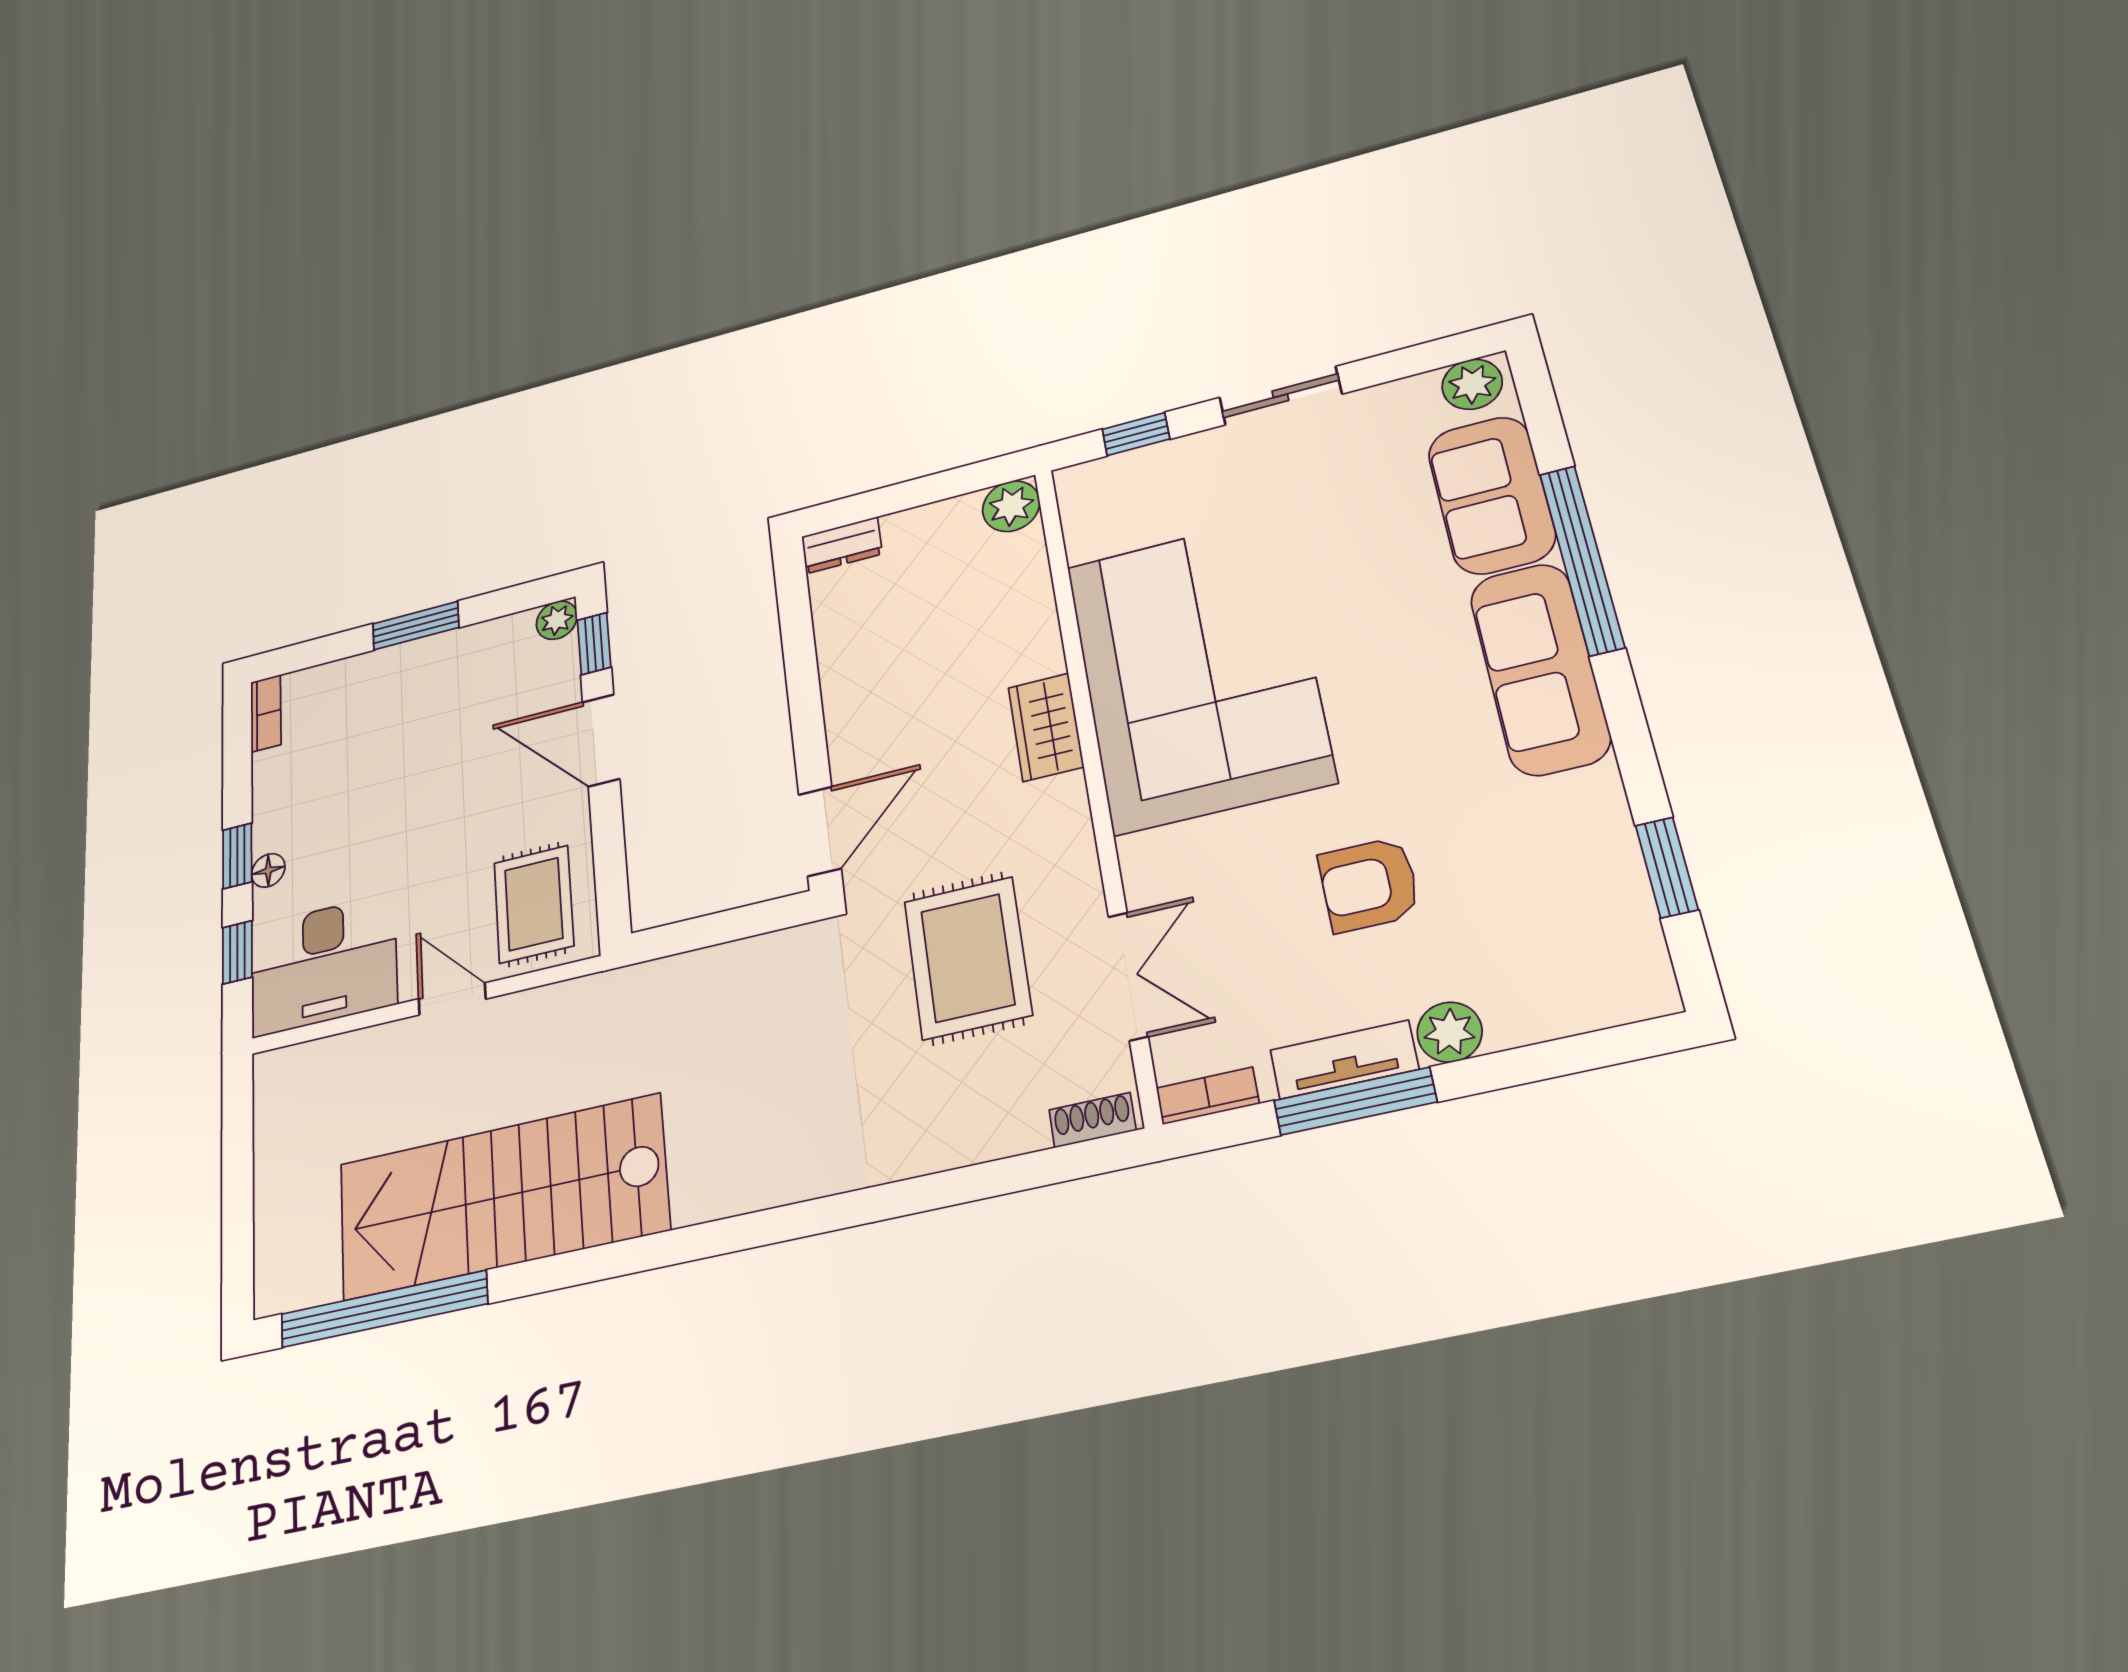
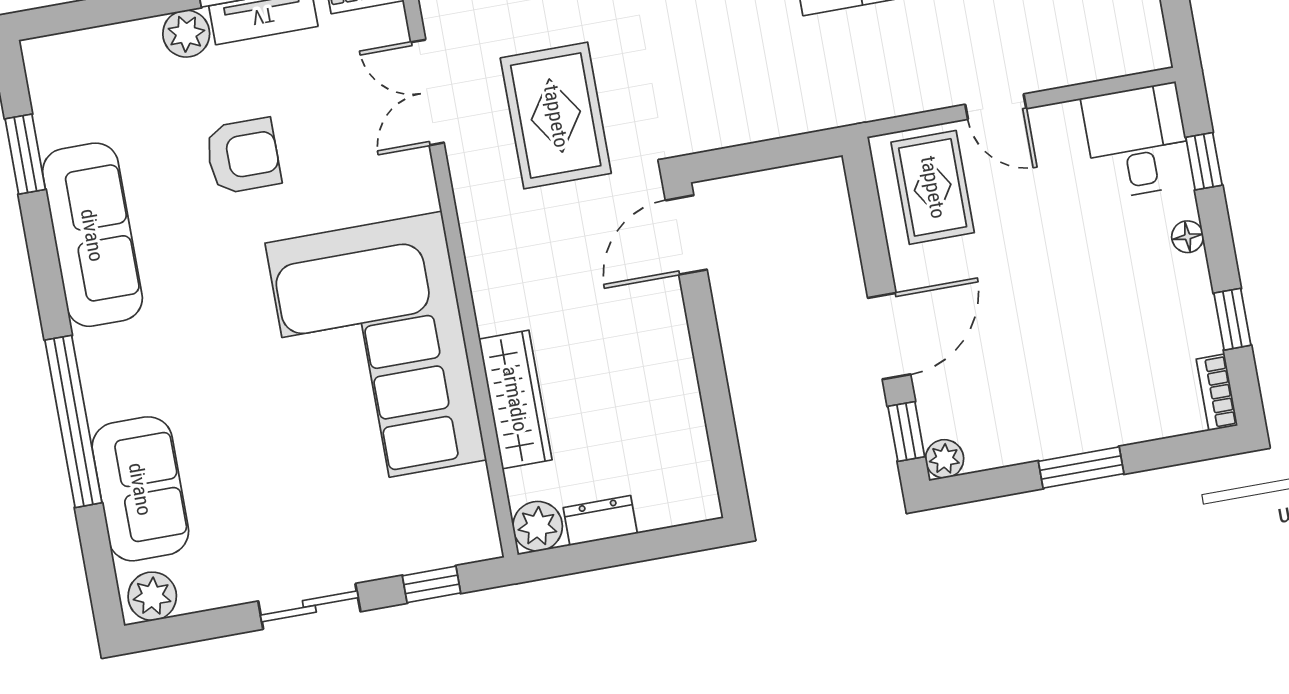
dresser: (842, 545) -> (600, 521), moved
sofa: (1540, 669) -> (92, 235), moved
wardrobe: (1046, 727) -> (515, 399), moved, width x1.50
door: (601, 740) -> (889, 336), hinge flipped
window: (237, 856) -> (1232, 319), moved
desk: (324, 965) -> (1137, 141), width x0.73

